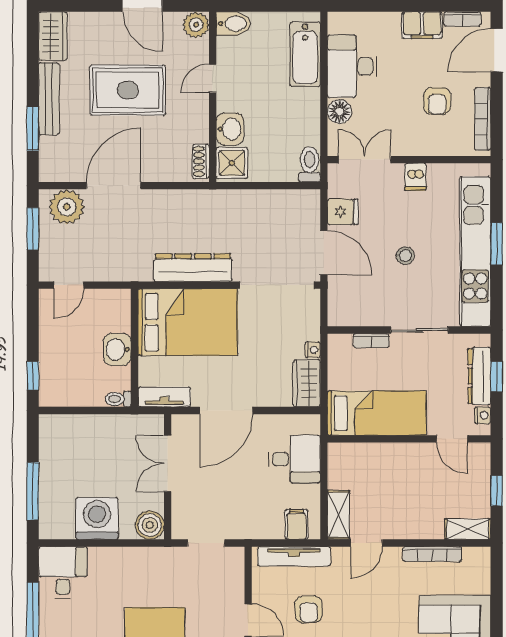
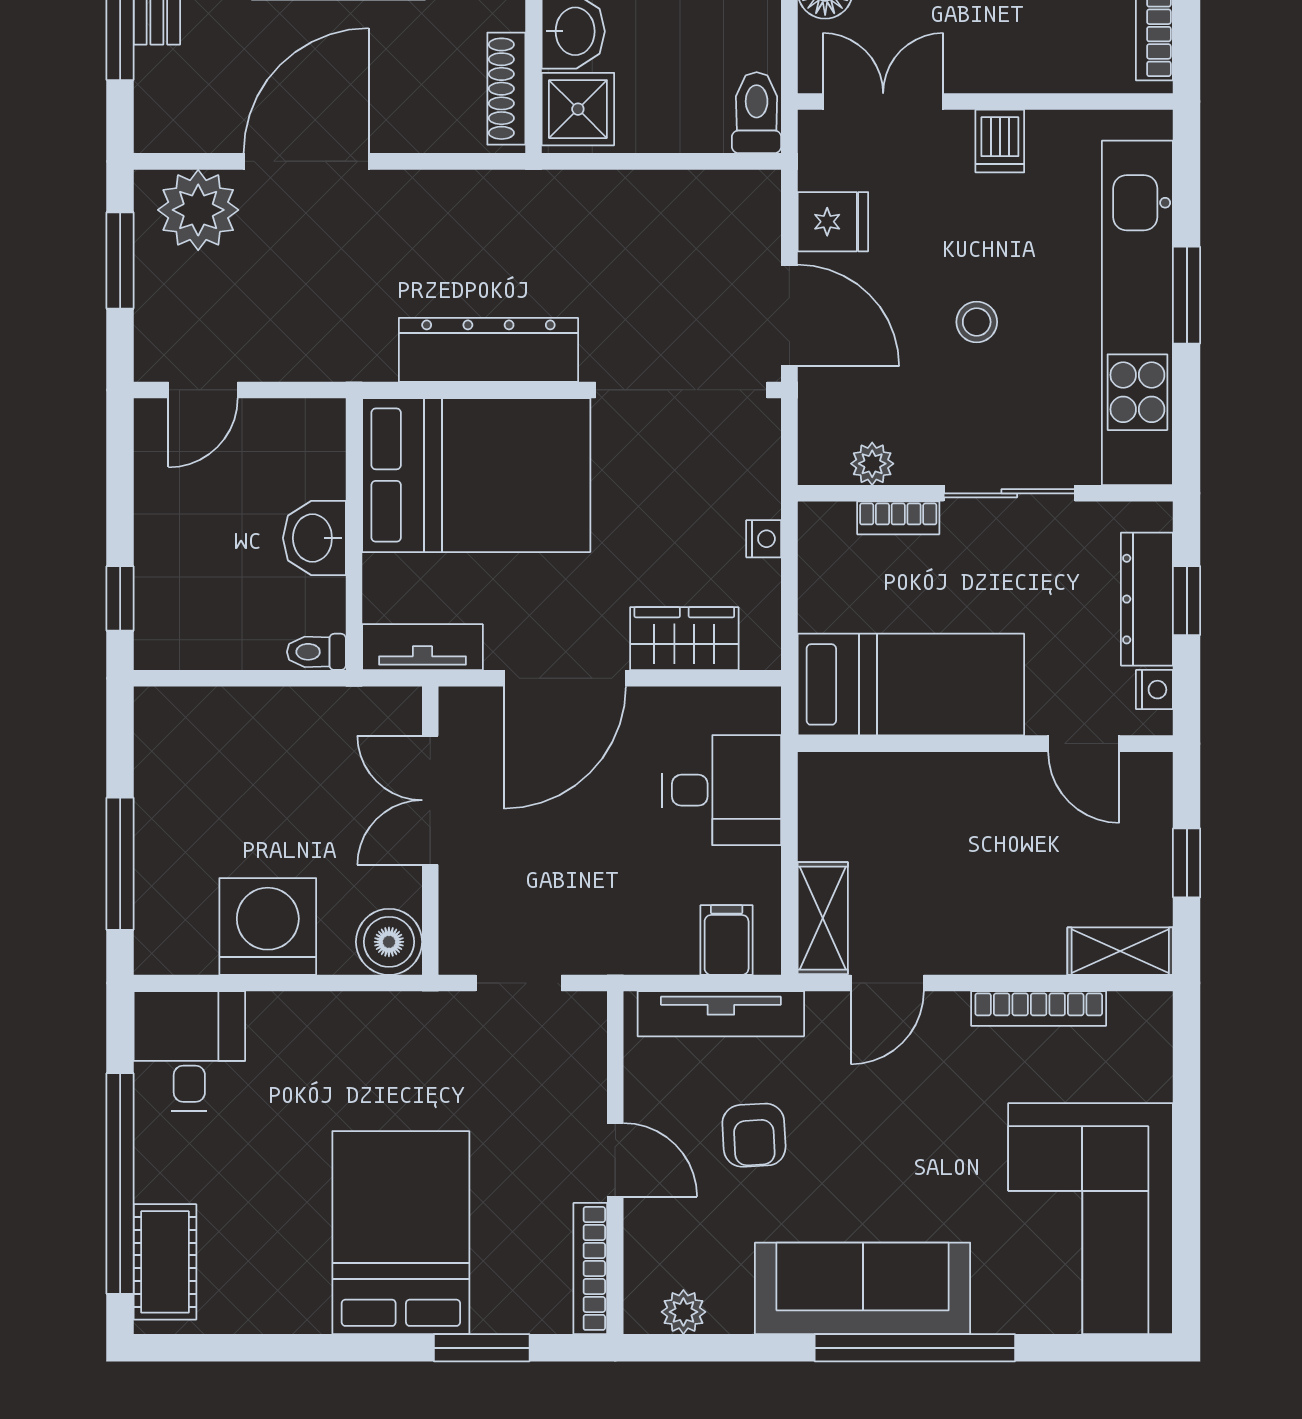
shoe rack: (201, 161) -> (506, 89), width x1.43
plant: (360, 317) -> (872, 464), added
wardrobe: (307, 383) -> (684, 639), moved, turned 90

